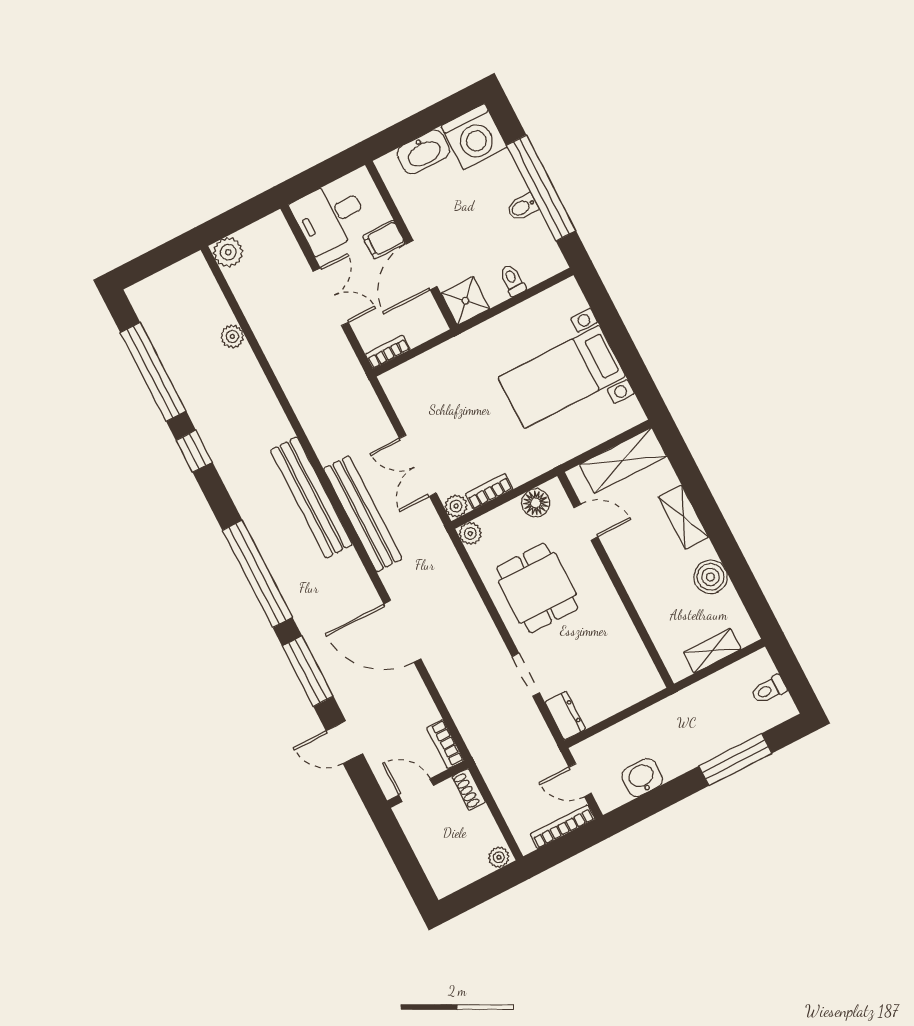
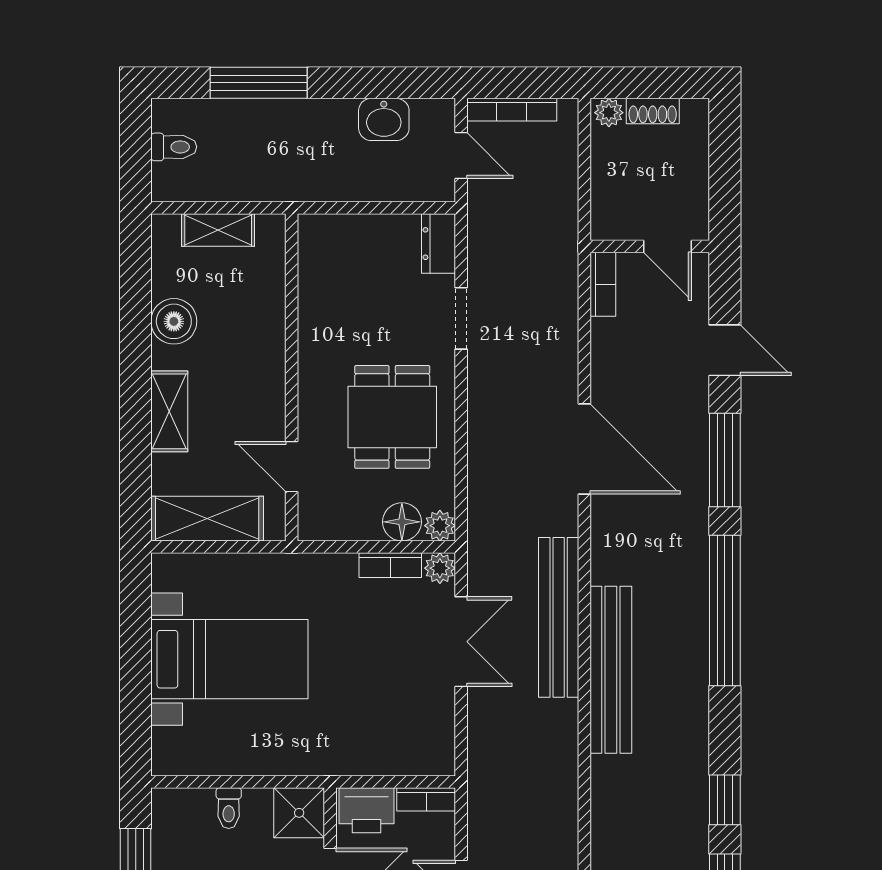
printer: (423, 325) -> (367, 810), added
floor lamp: (536, 503) -> (402, 522), moved
shoe rack: (469, 789) -> (653, 111), moved, turned 90

